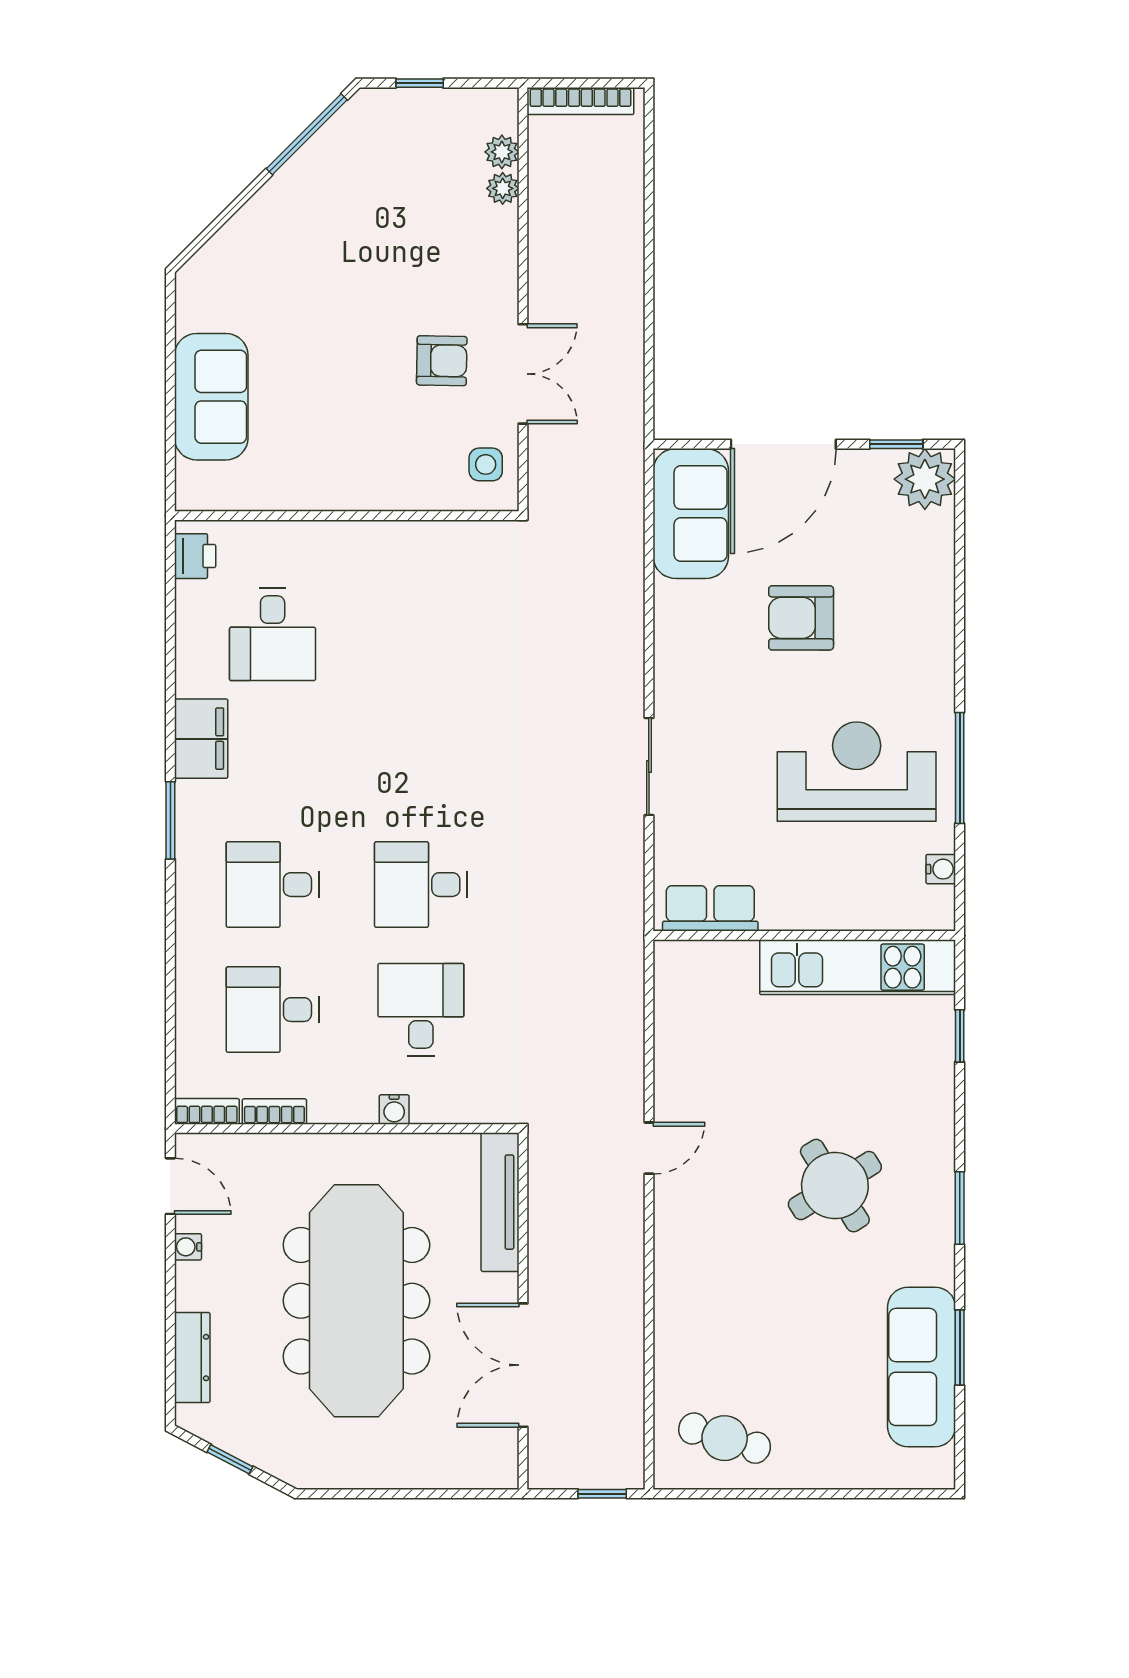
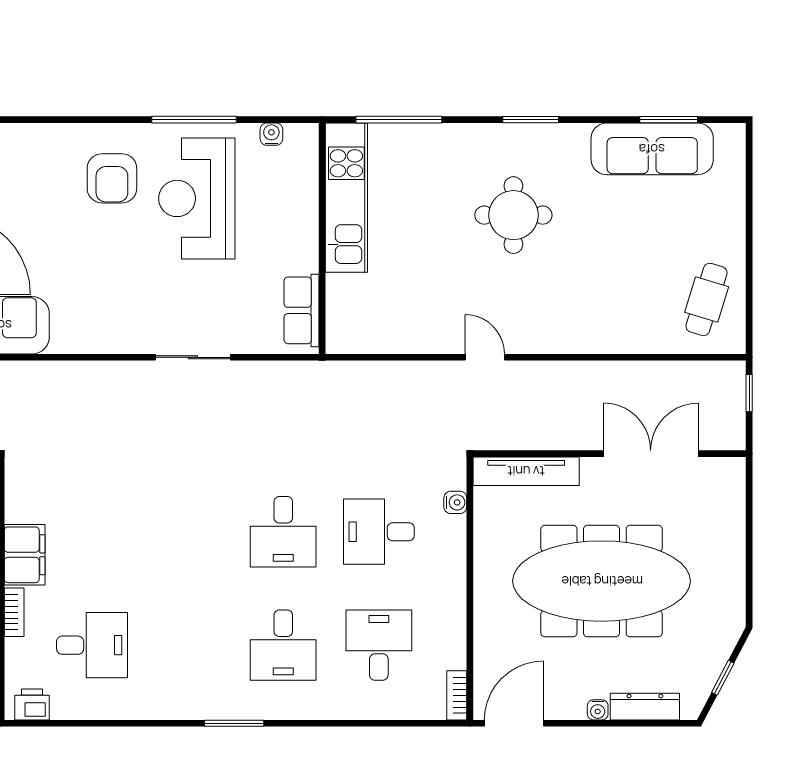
armchair: (801, 618) -> (112, 178), moved
filing cabinet: (201, 739) -> (25, 555), moved, turned 90
desk: (273, 1010) -> (379, 645), turned 180
window: (960, 1036) -> (399, 120), width x2.17
water cooler: (394, 1109) -> (455, 502), moved
bookcase: (274, 1112) -> (14, 612), moved, turned 180
door: (170, 1186) -> (514, 723), width x1.38
round table: (835, 1186) -> (513, 215), turned 32
water cooler: (188, 1247) -> (598, 710), moved
window: (960, 1348) -> (669, 120), moved
double door: (523, 1365) -> (651, 454), swing flipped

